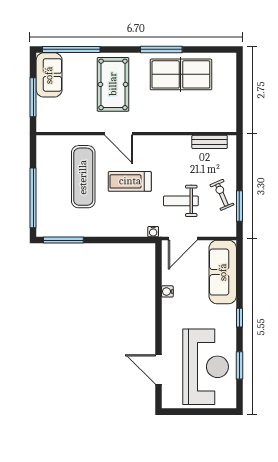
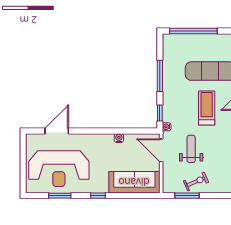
window: (63, 240) -> (160, 76), moved
window: (136, 240) -> (160, 113), added

